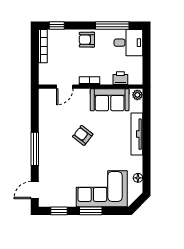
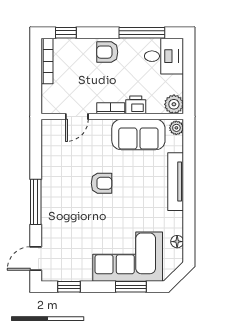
printer: (120, 78) -> (136, 105), moved
plant: (136, 78) -> (174, 104), added
armchair: (83, 135) -> (102, 183), turned 142
window: (91, 211) -> (131, 287), moved

